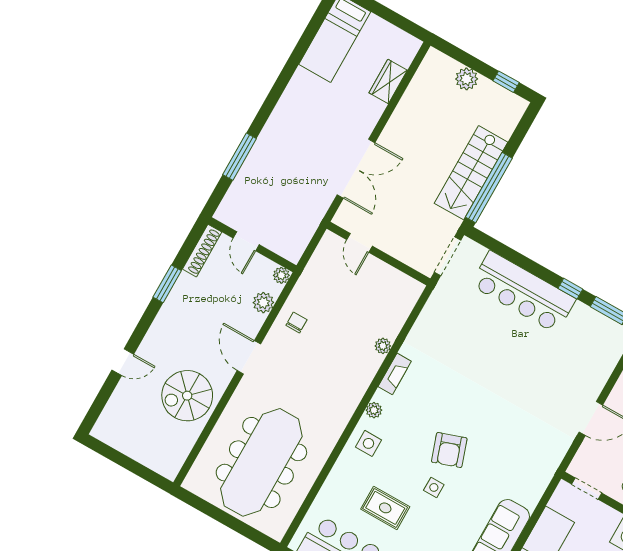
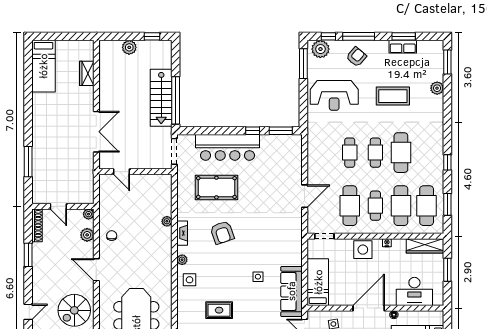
pool table: (477, 338) -> (216, 188), added
armchair: (449, 450) -> (222, 233), moved
side table: (434, 487) -> (258, 277), moved

